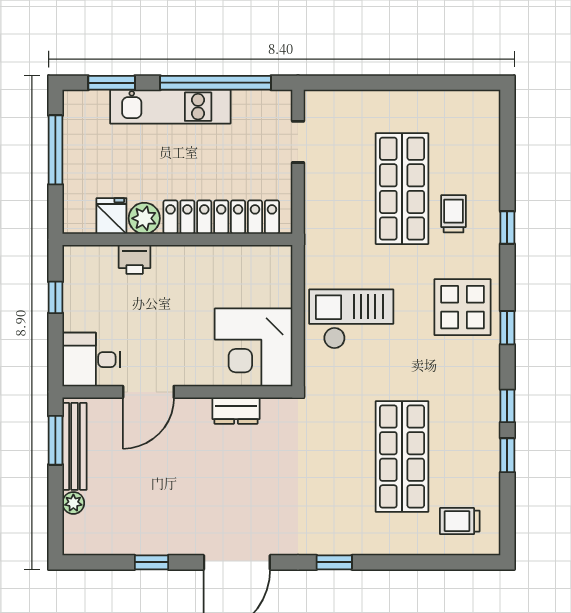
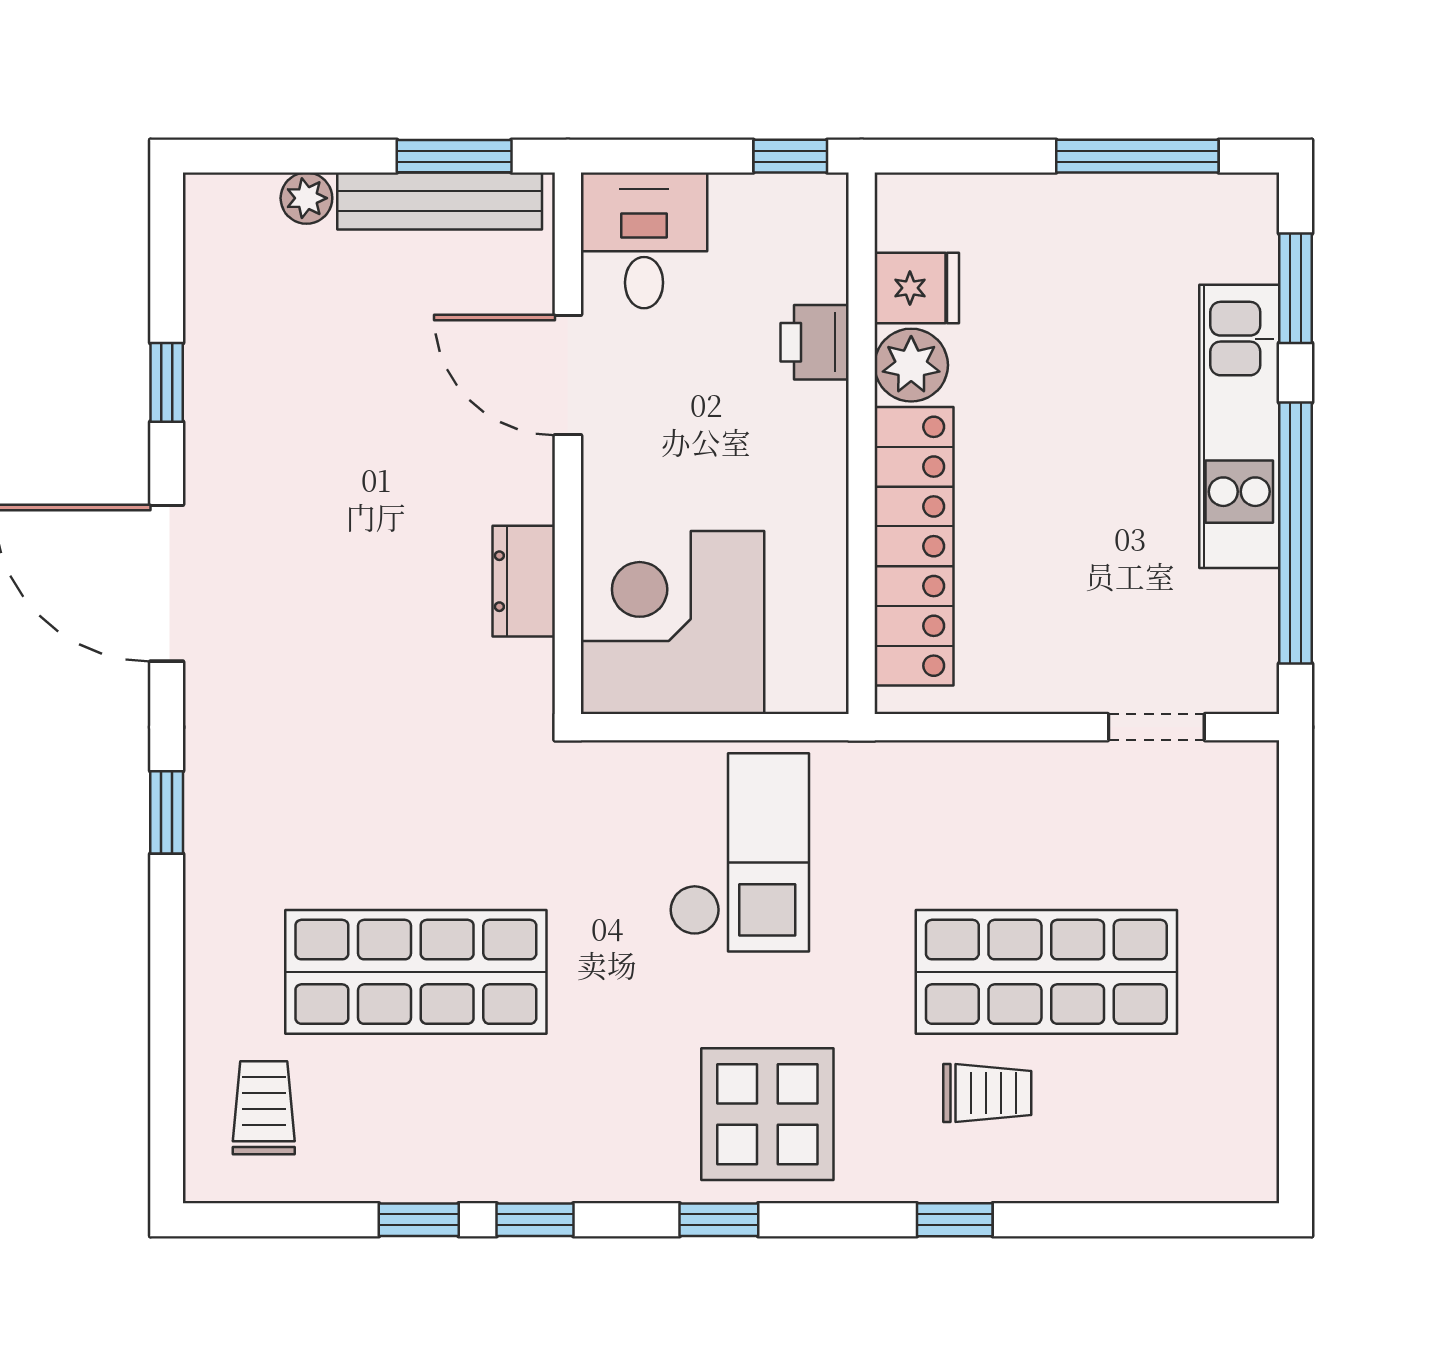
fridge: (111, 216) -> (917, 288), moved
locker: (221, 217) -> (914, 546), moved
plant: (144, 218) -> (911, 365), moved
wall: (177, 239) -> (862, 443), moved
printer: (135, 259) -> (815, 342), moved

